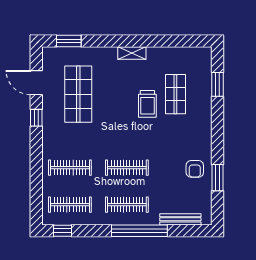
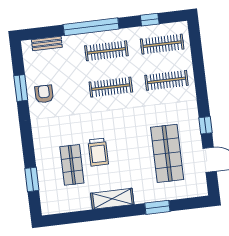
window: (69, 41) -> (157, 207), moved
shelving: (132, 53) -> (112, 199), width x1.50, depth x1.33
trolley: (147, 104) -> (98, 152), turned 180
bench: (180, 219) -> (47, 43), width x0.73
window: (62, 231) -> (150, 20), moved

